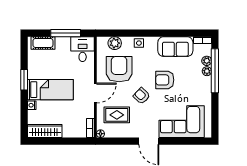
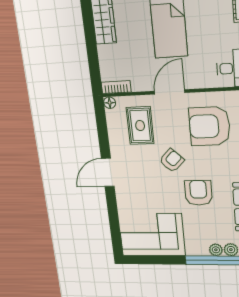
armchair: (119, 69) -> (210, 126), turned 180
door: (95, 93) -> (170, 92), swing flipped
corner sofa: (182, 122) -> (152, 235), moved, turned -90

